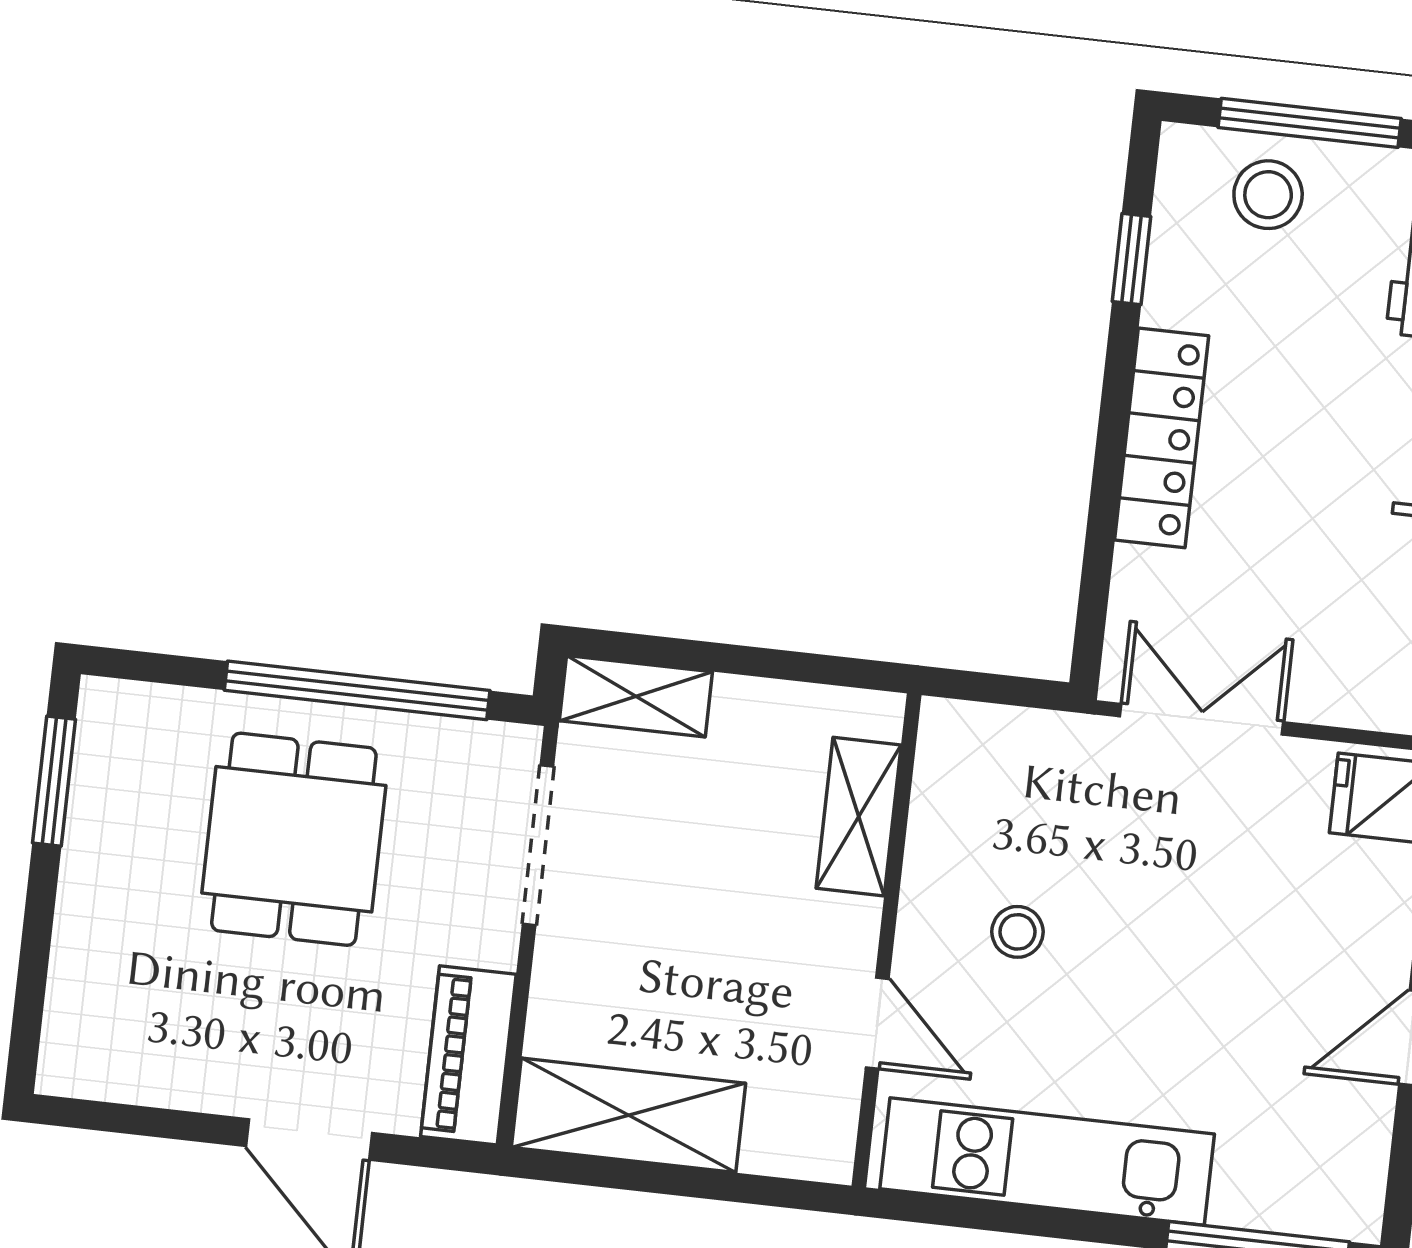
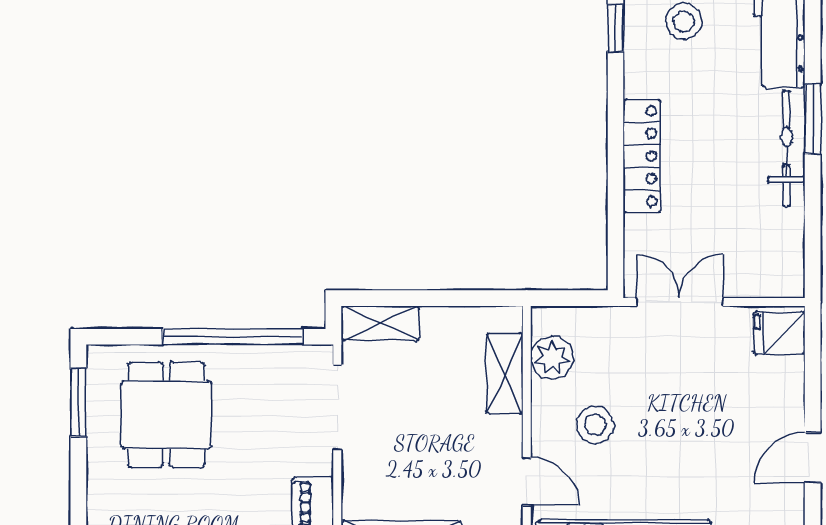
window: (1132, 259) -> (616, 28), moved
plant: (950, 797) -> (552, 358), added
dining table: (294, 839) -> (166, 415), moved
stool: (1017, 932) -> (595, 425), width x1.37, depth x1.37

